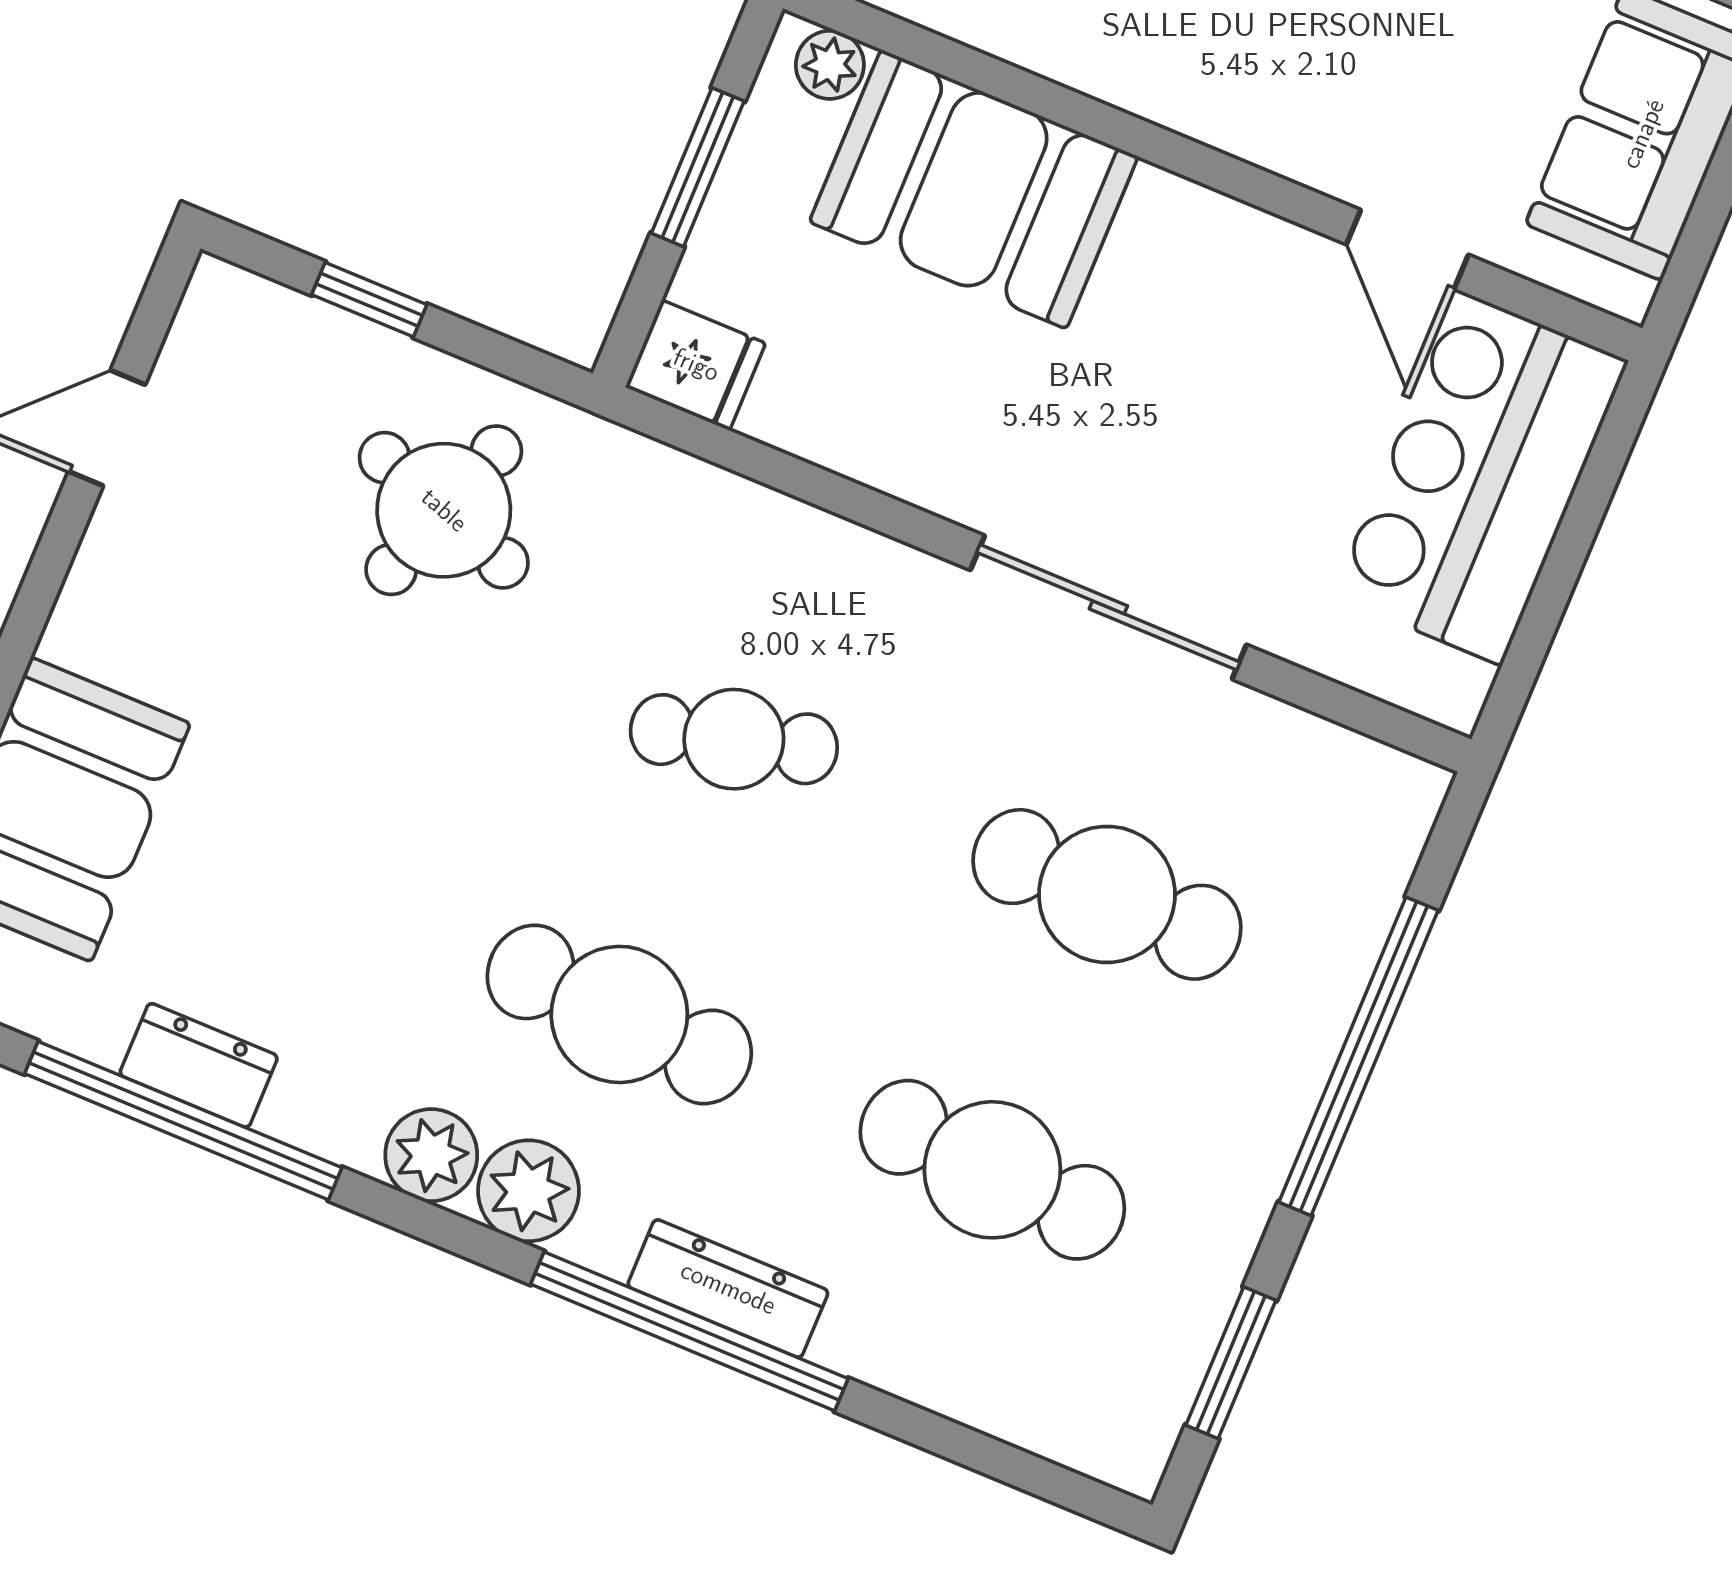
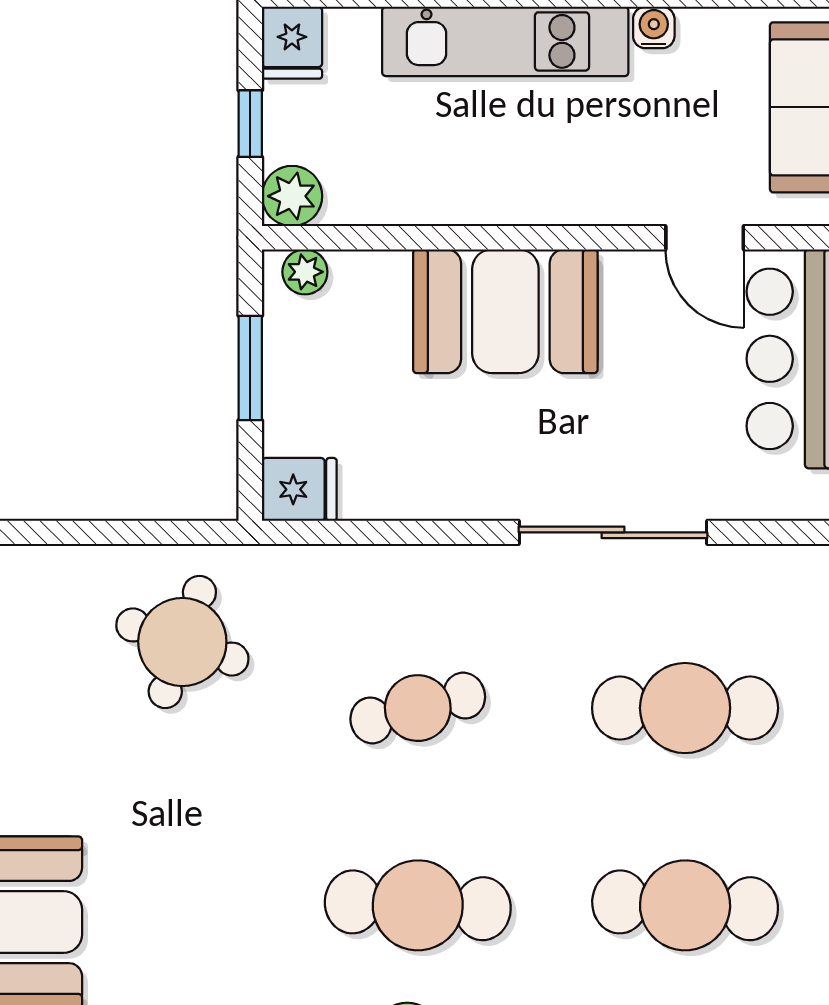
booth: (974, 189) -> (505, 311), moved
window: (369, 300) -> (83, 532), removed

